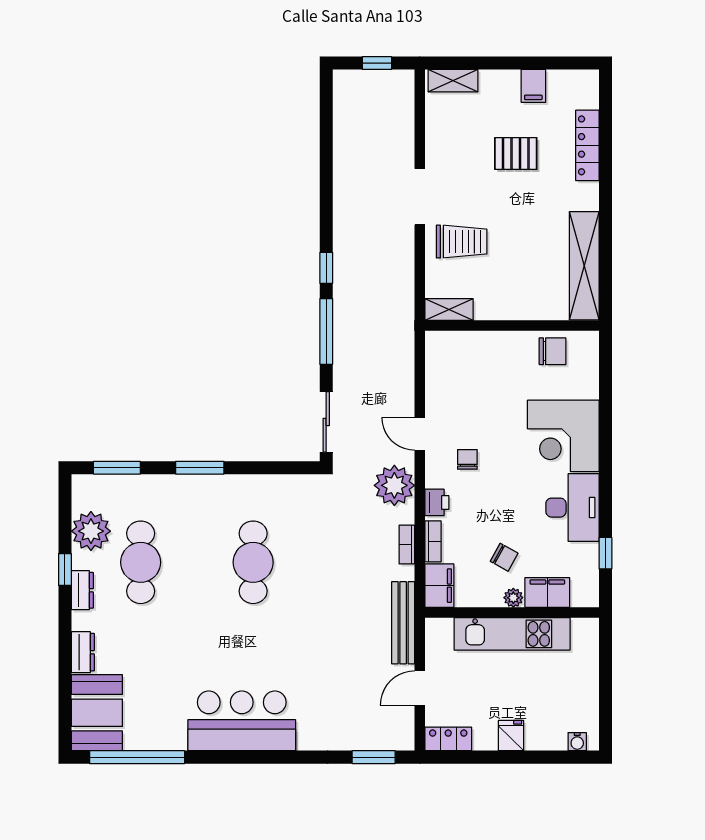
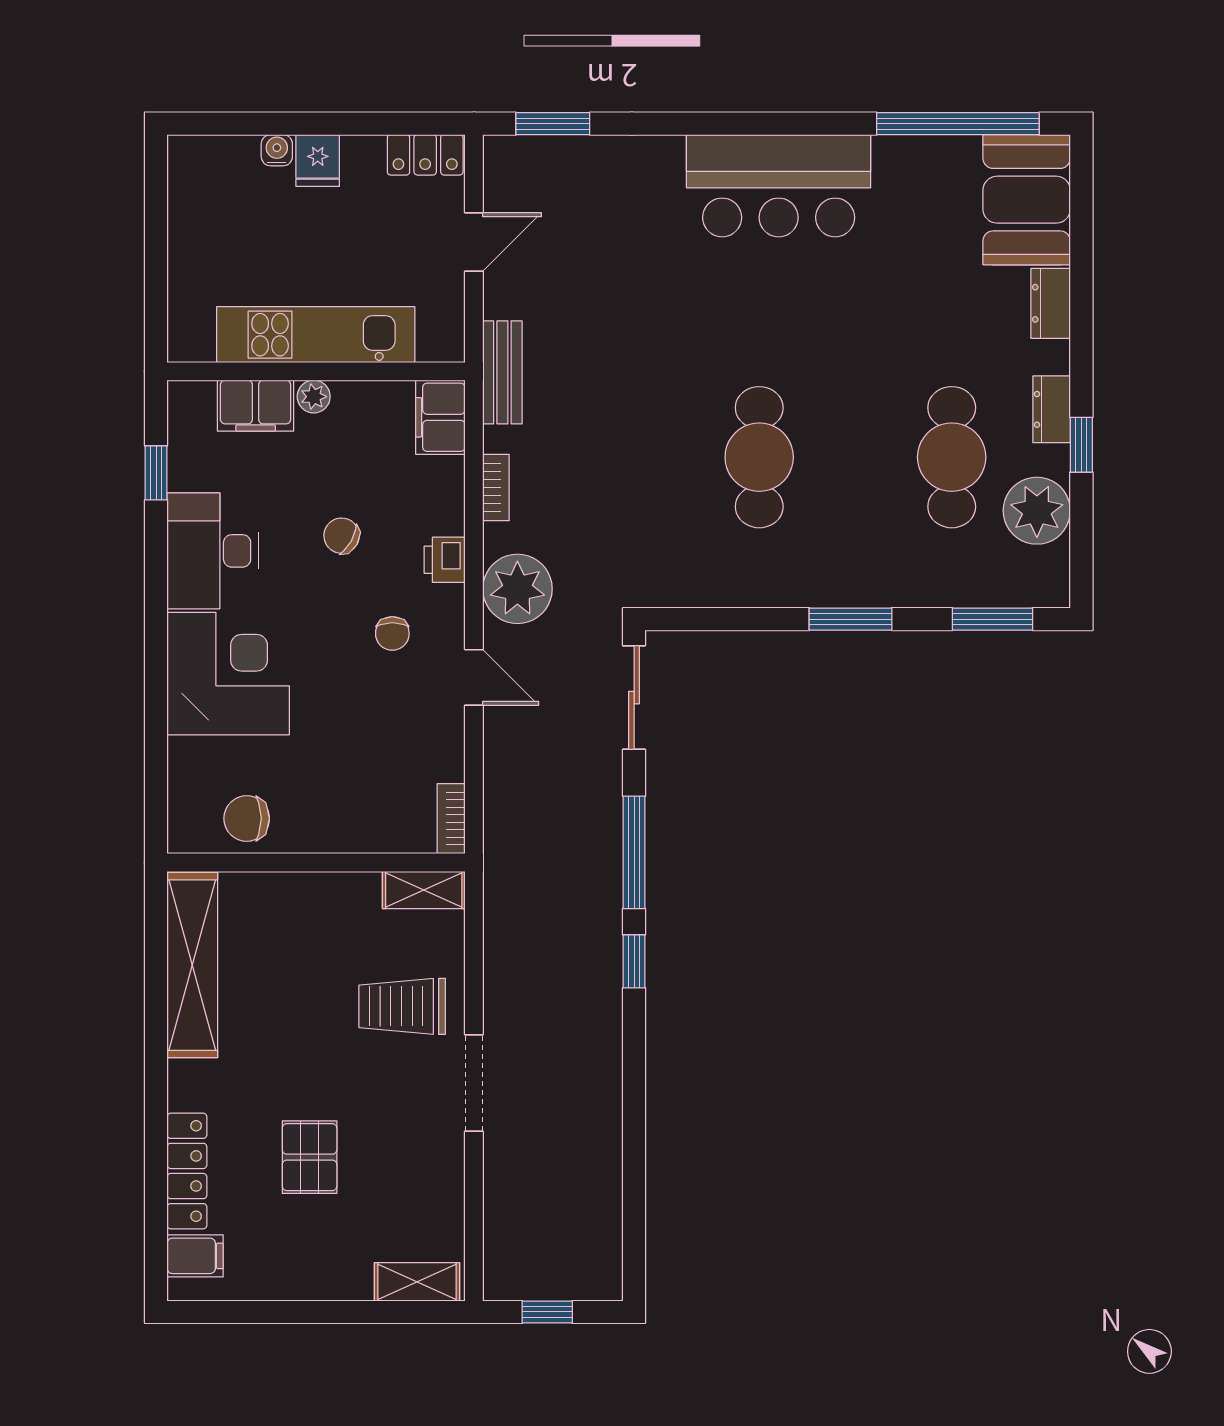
filing cabinet: (533, 86) -> (195, 1256), moved, turned 90
pallet: (516, 153) -> (310, 1157), turned 90
bookcase: (433, 541) -> (451, 819), moved
chair: (504, 557) -> (342, 536), moved
bench: (403, 623) -> (502, 372), width x0.73
water cooler: (577, 742) -> (277, 150), moved

